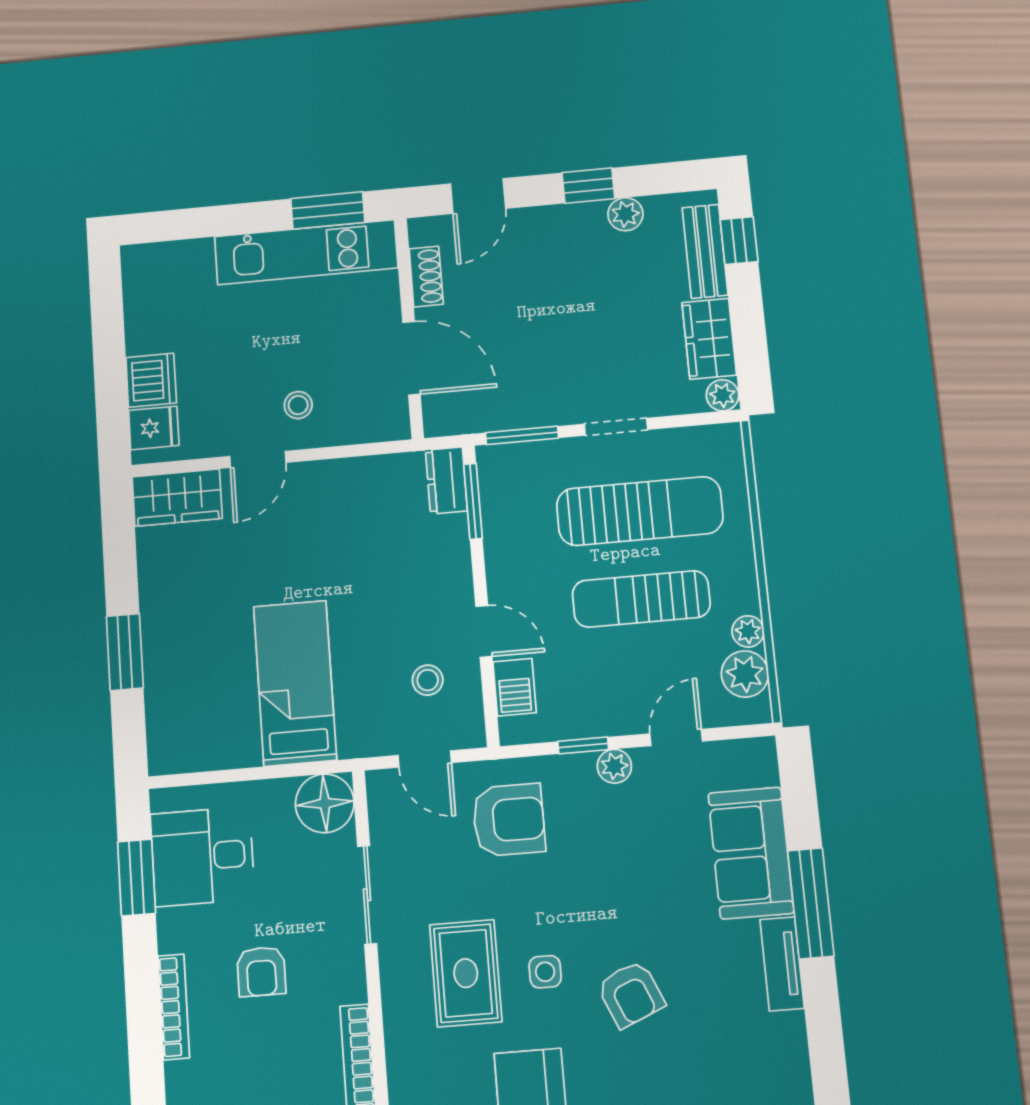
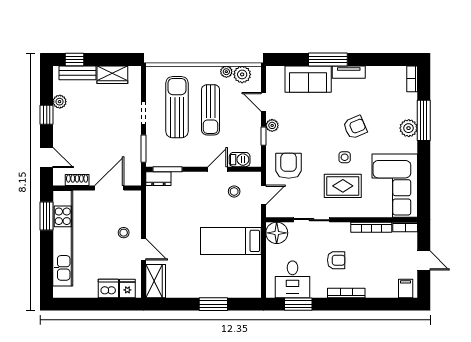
kitchen unit: (306, 252) -> (63, 238), width x1.36
plant: (723, 395) -> (135, 72), removed

